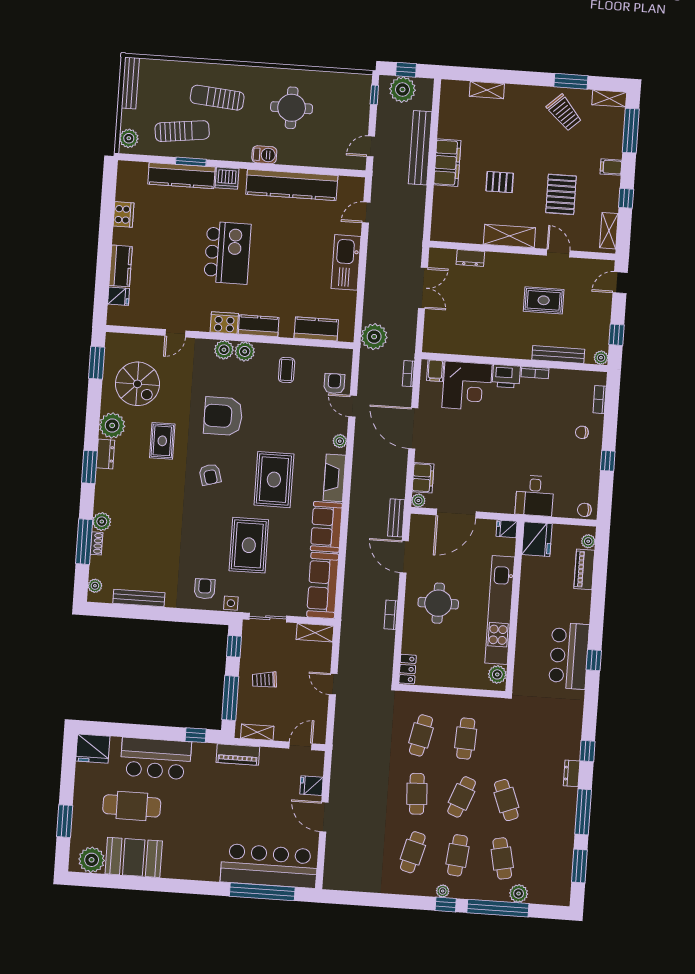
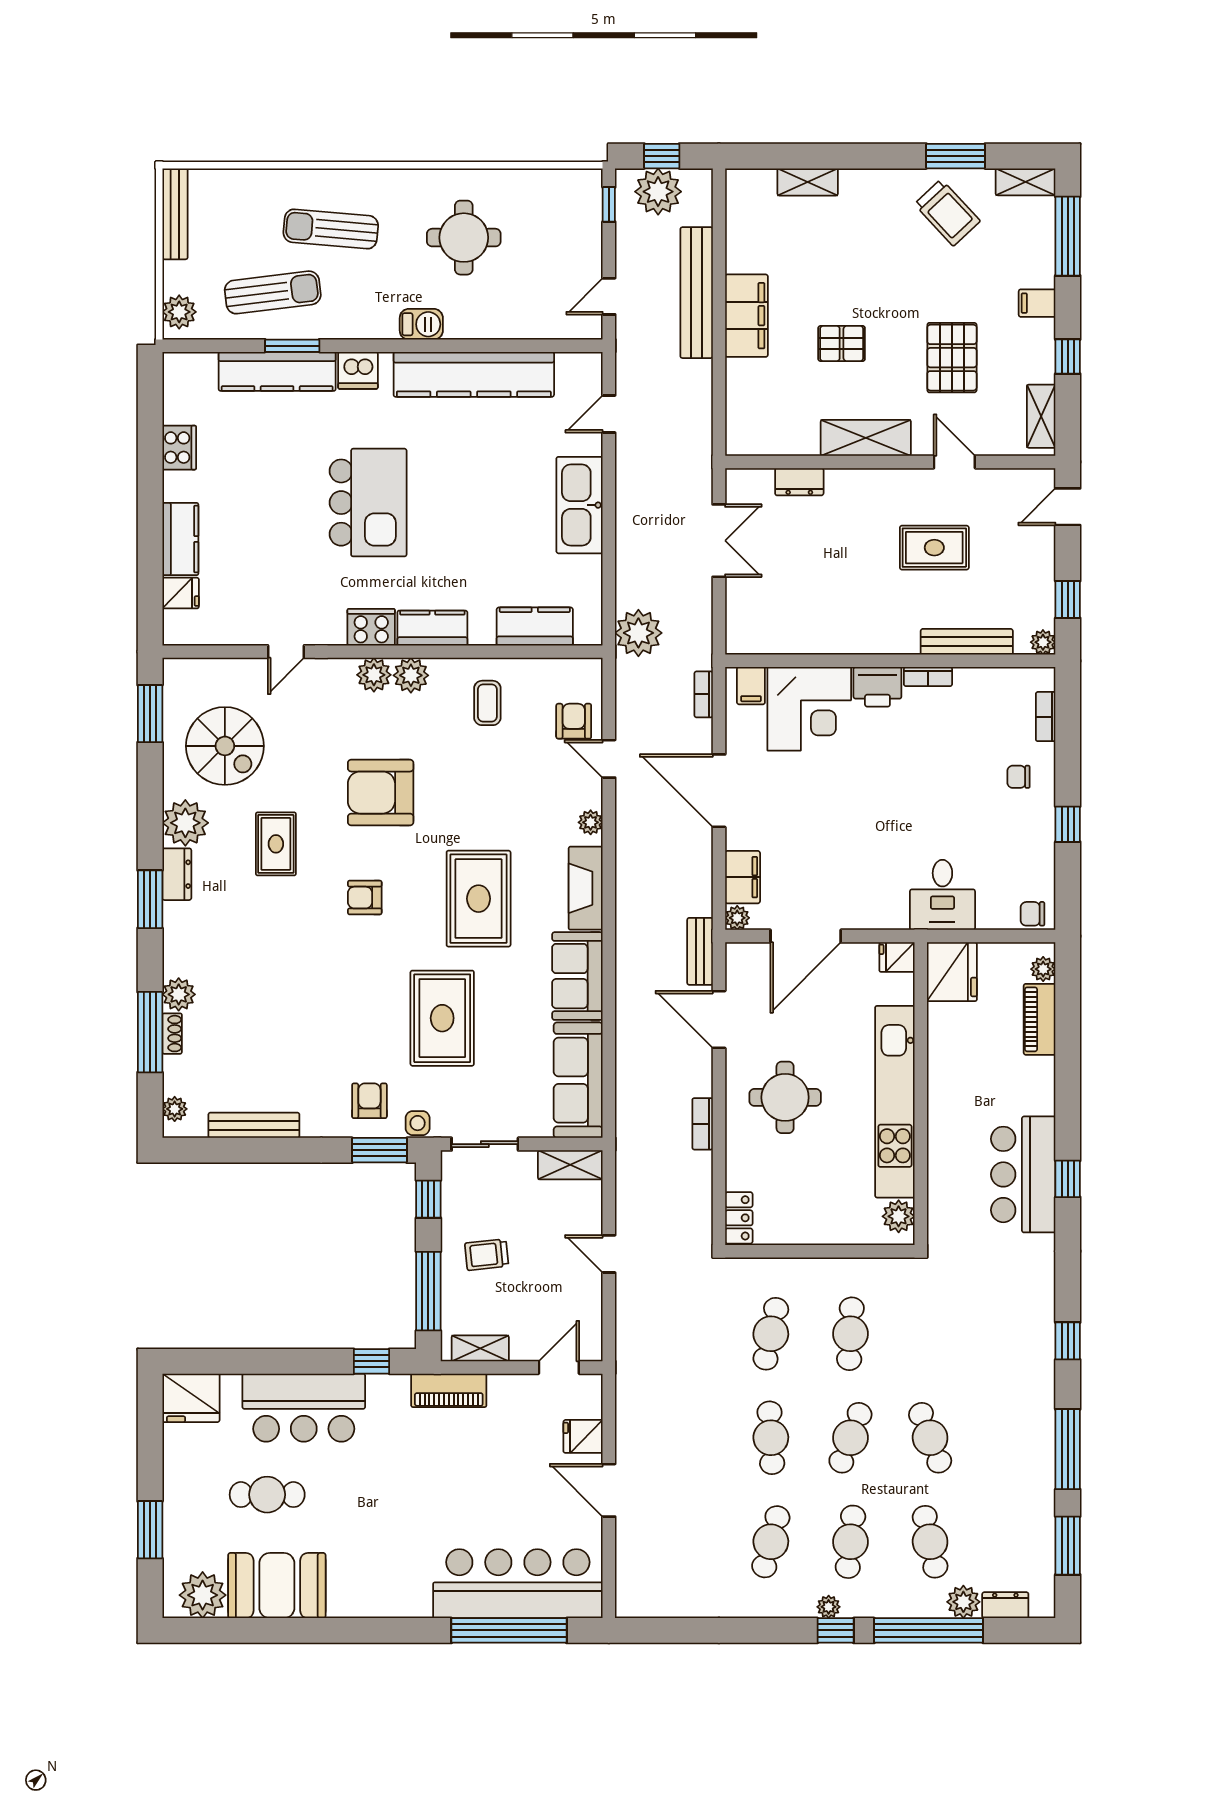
armchair: (210, 474) -> (365, 898), turned 106
window: (208, 617) -> (380, 1150), added
dresser: (572, 773) -> (1005, 1605), moved, turned 90
cafe table: (132, 806) -> (267, 1495), width x0.73, depth x0.74

